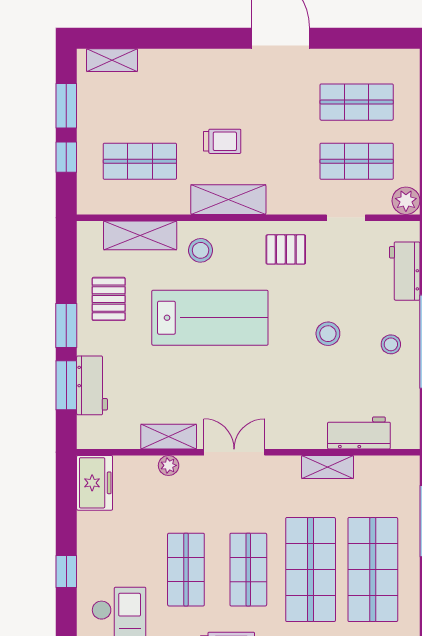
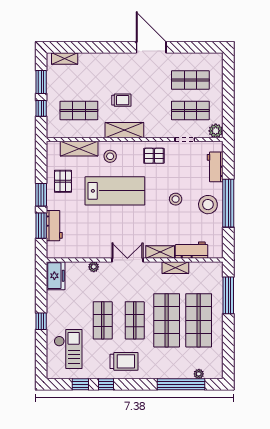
stool: (391, 344) -> (208, 205), width x1.89, depth x1.89
shelving: (169, 437) -> (160, 252), moved

